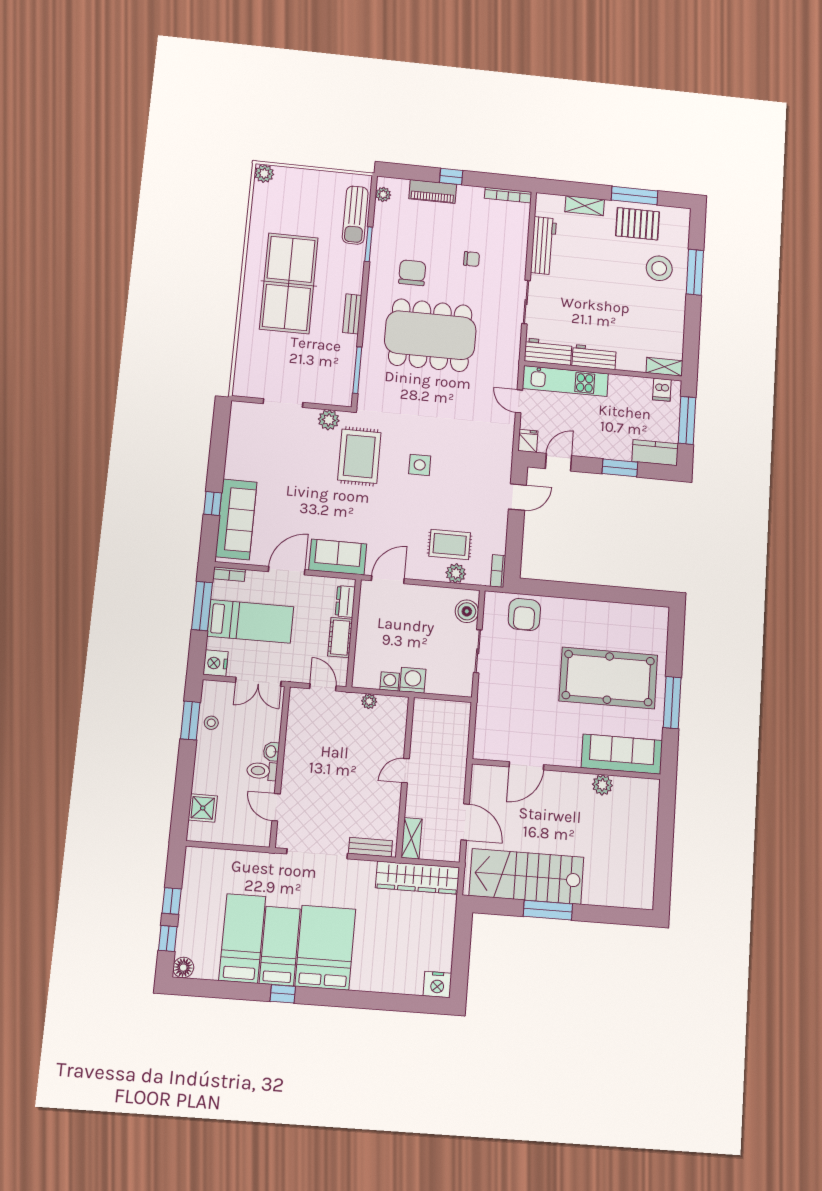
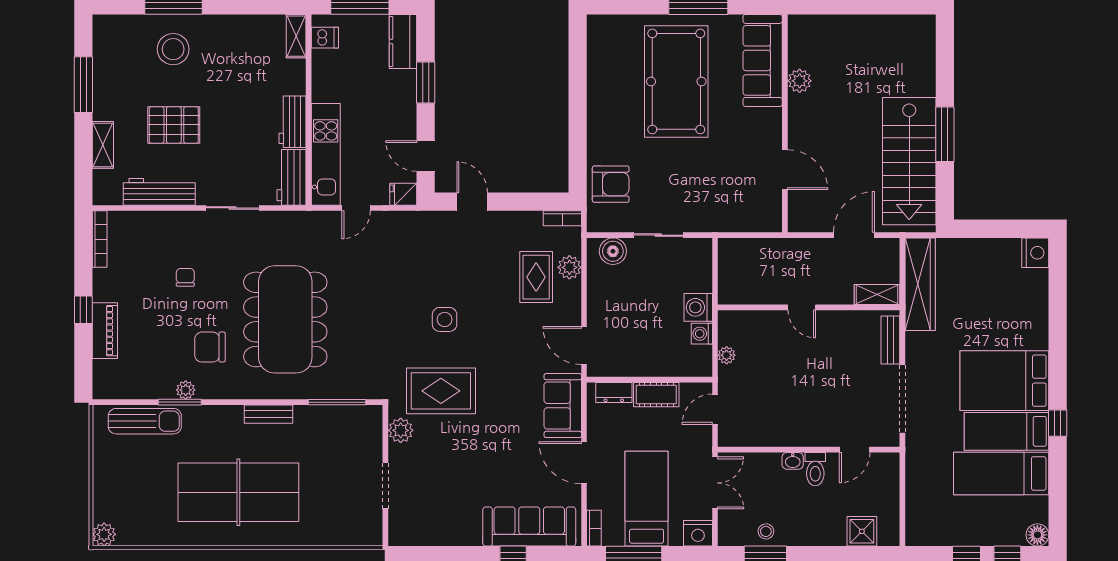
plant: (383, 194) -> (186, 390), moved
pallet: (638, 224) -> (174, 125), moved, turned 90

